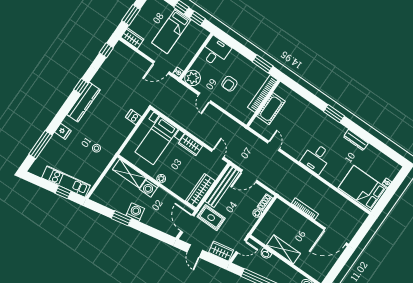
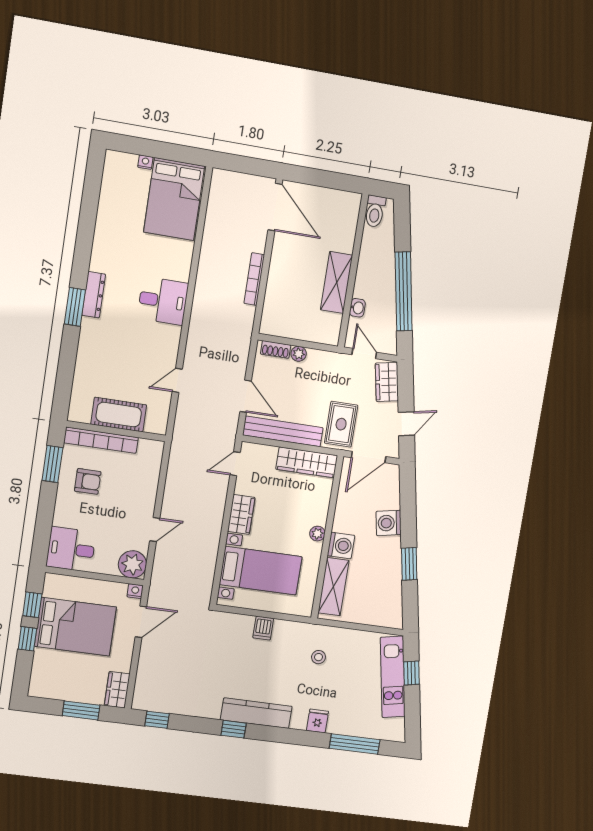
bed: (171, 31) -> (75, 627), width x1.50
door: (161, 67) -> (141, 622), hinge flipped
armchair: (229, 84) -> (88, 481), moved
dishwasher: (133, 117) -> (263, 628), moved
dresser: (356, 140) -> (94, 295), moved
washing machine: (135, 212) -> (389, 523), moved

